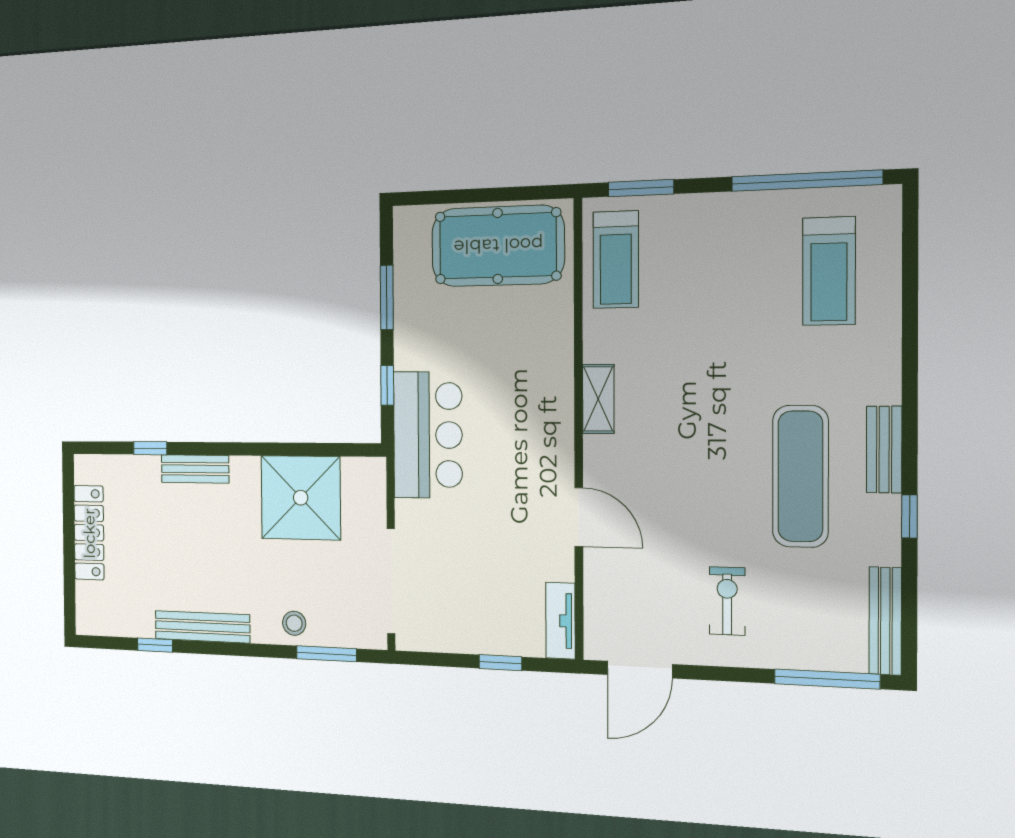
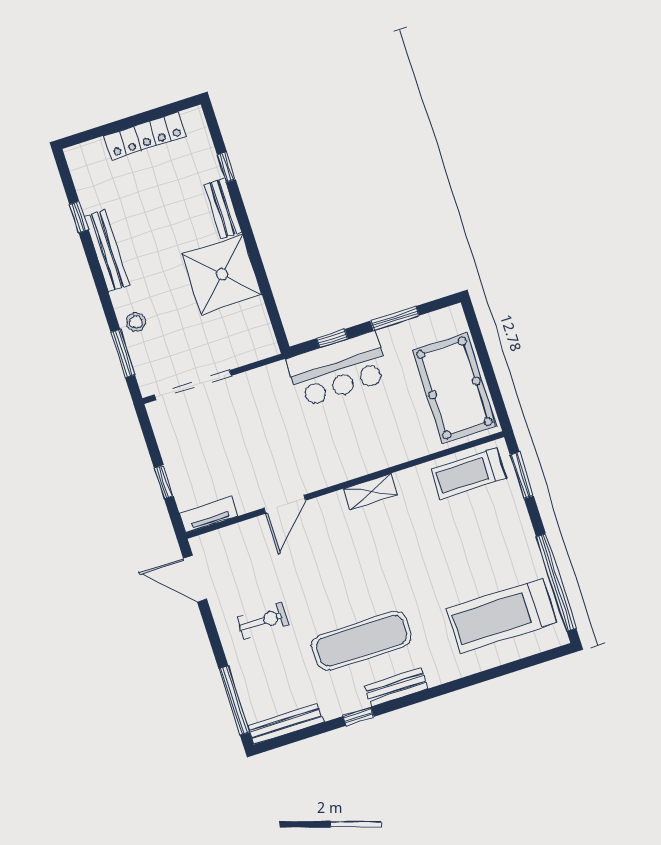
treadmill: (829, 271) -> (501, 616), width x1.37, depth x1.38
bar counter: (428, 435) -> (338, 369), moved
shower: (301, 498) -> (222, 274), moved

